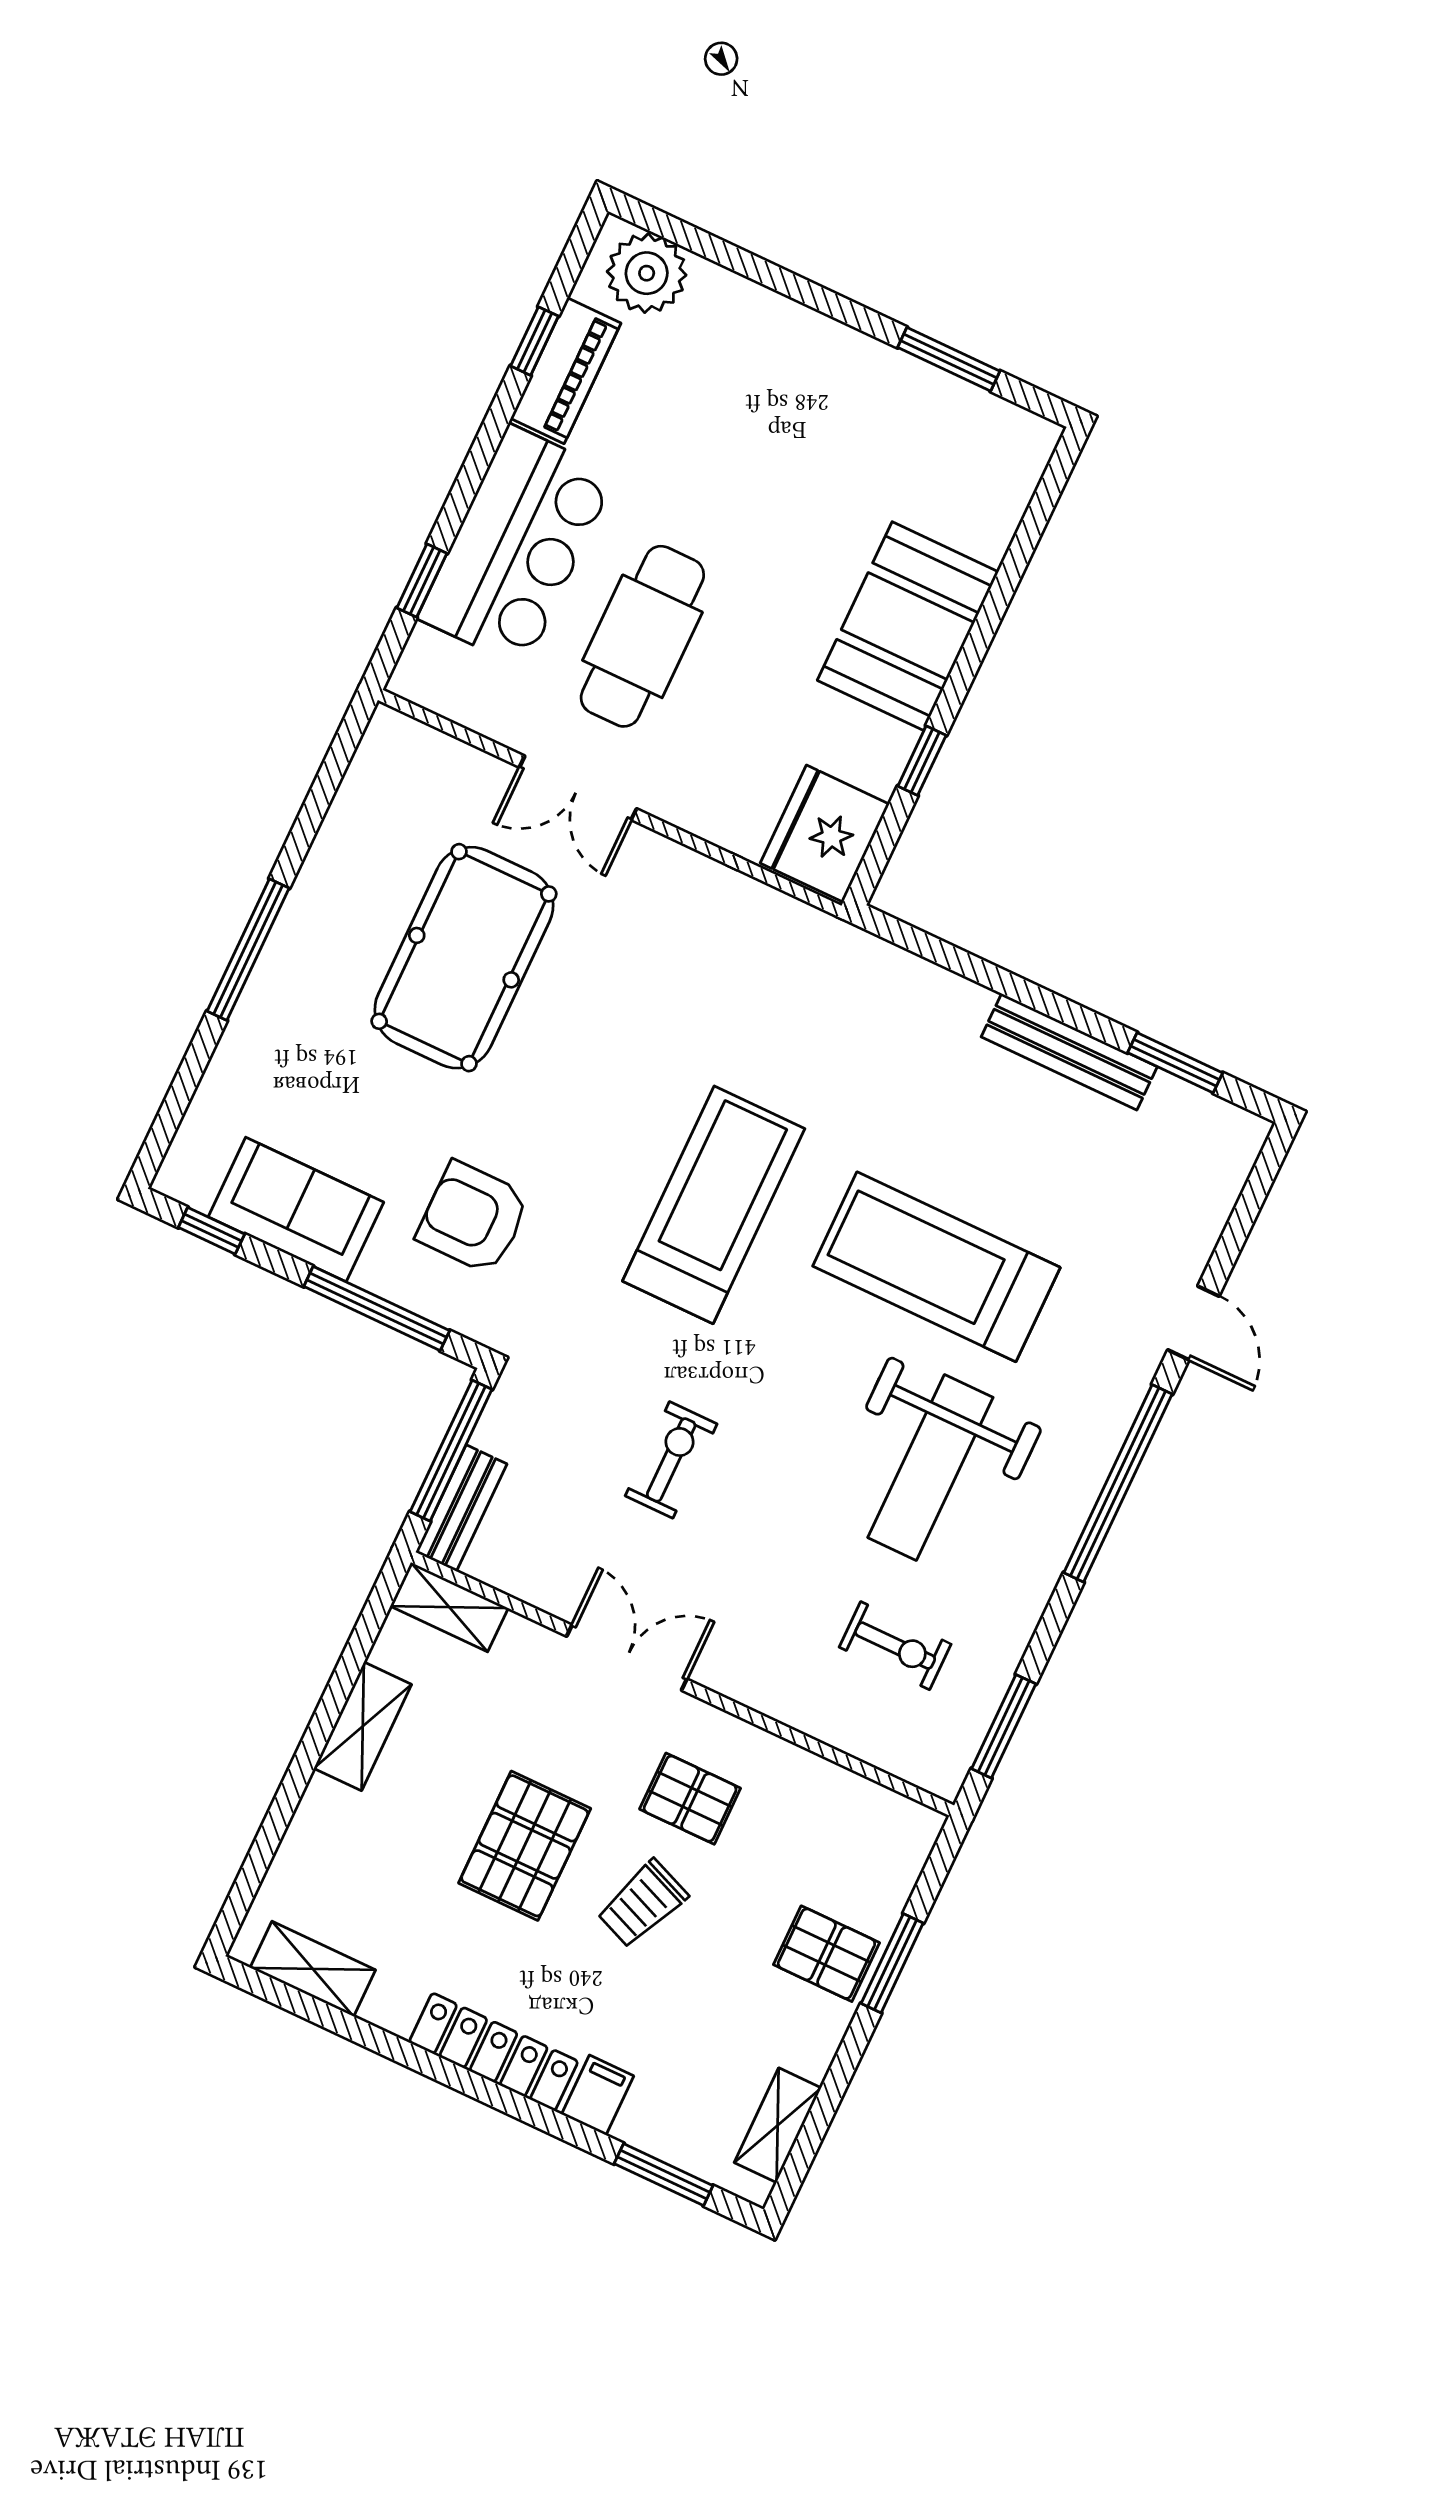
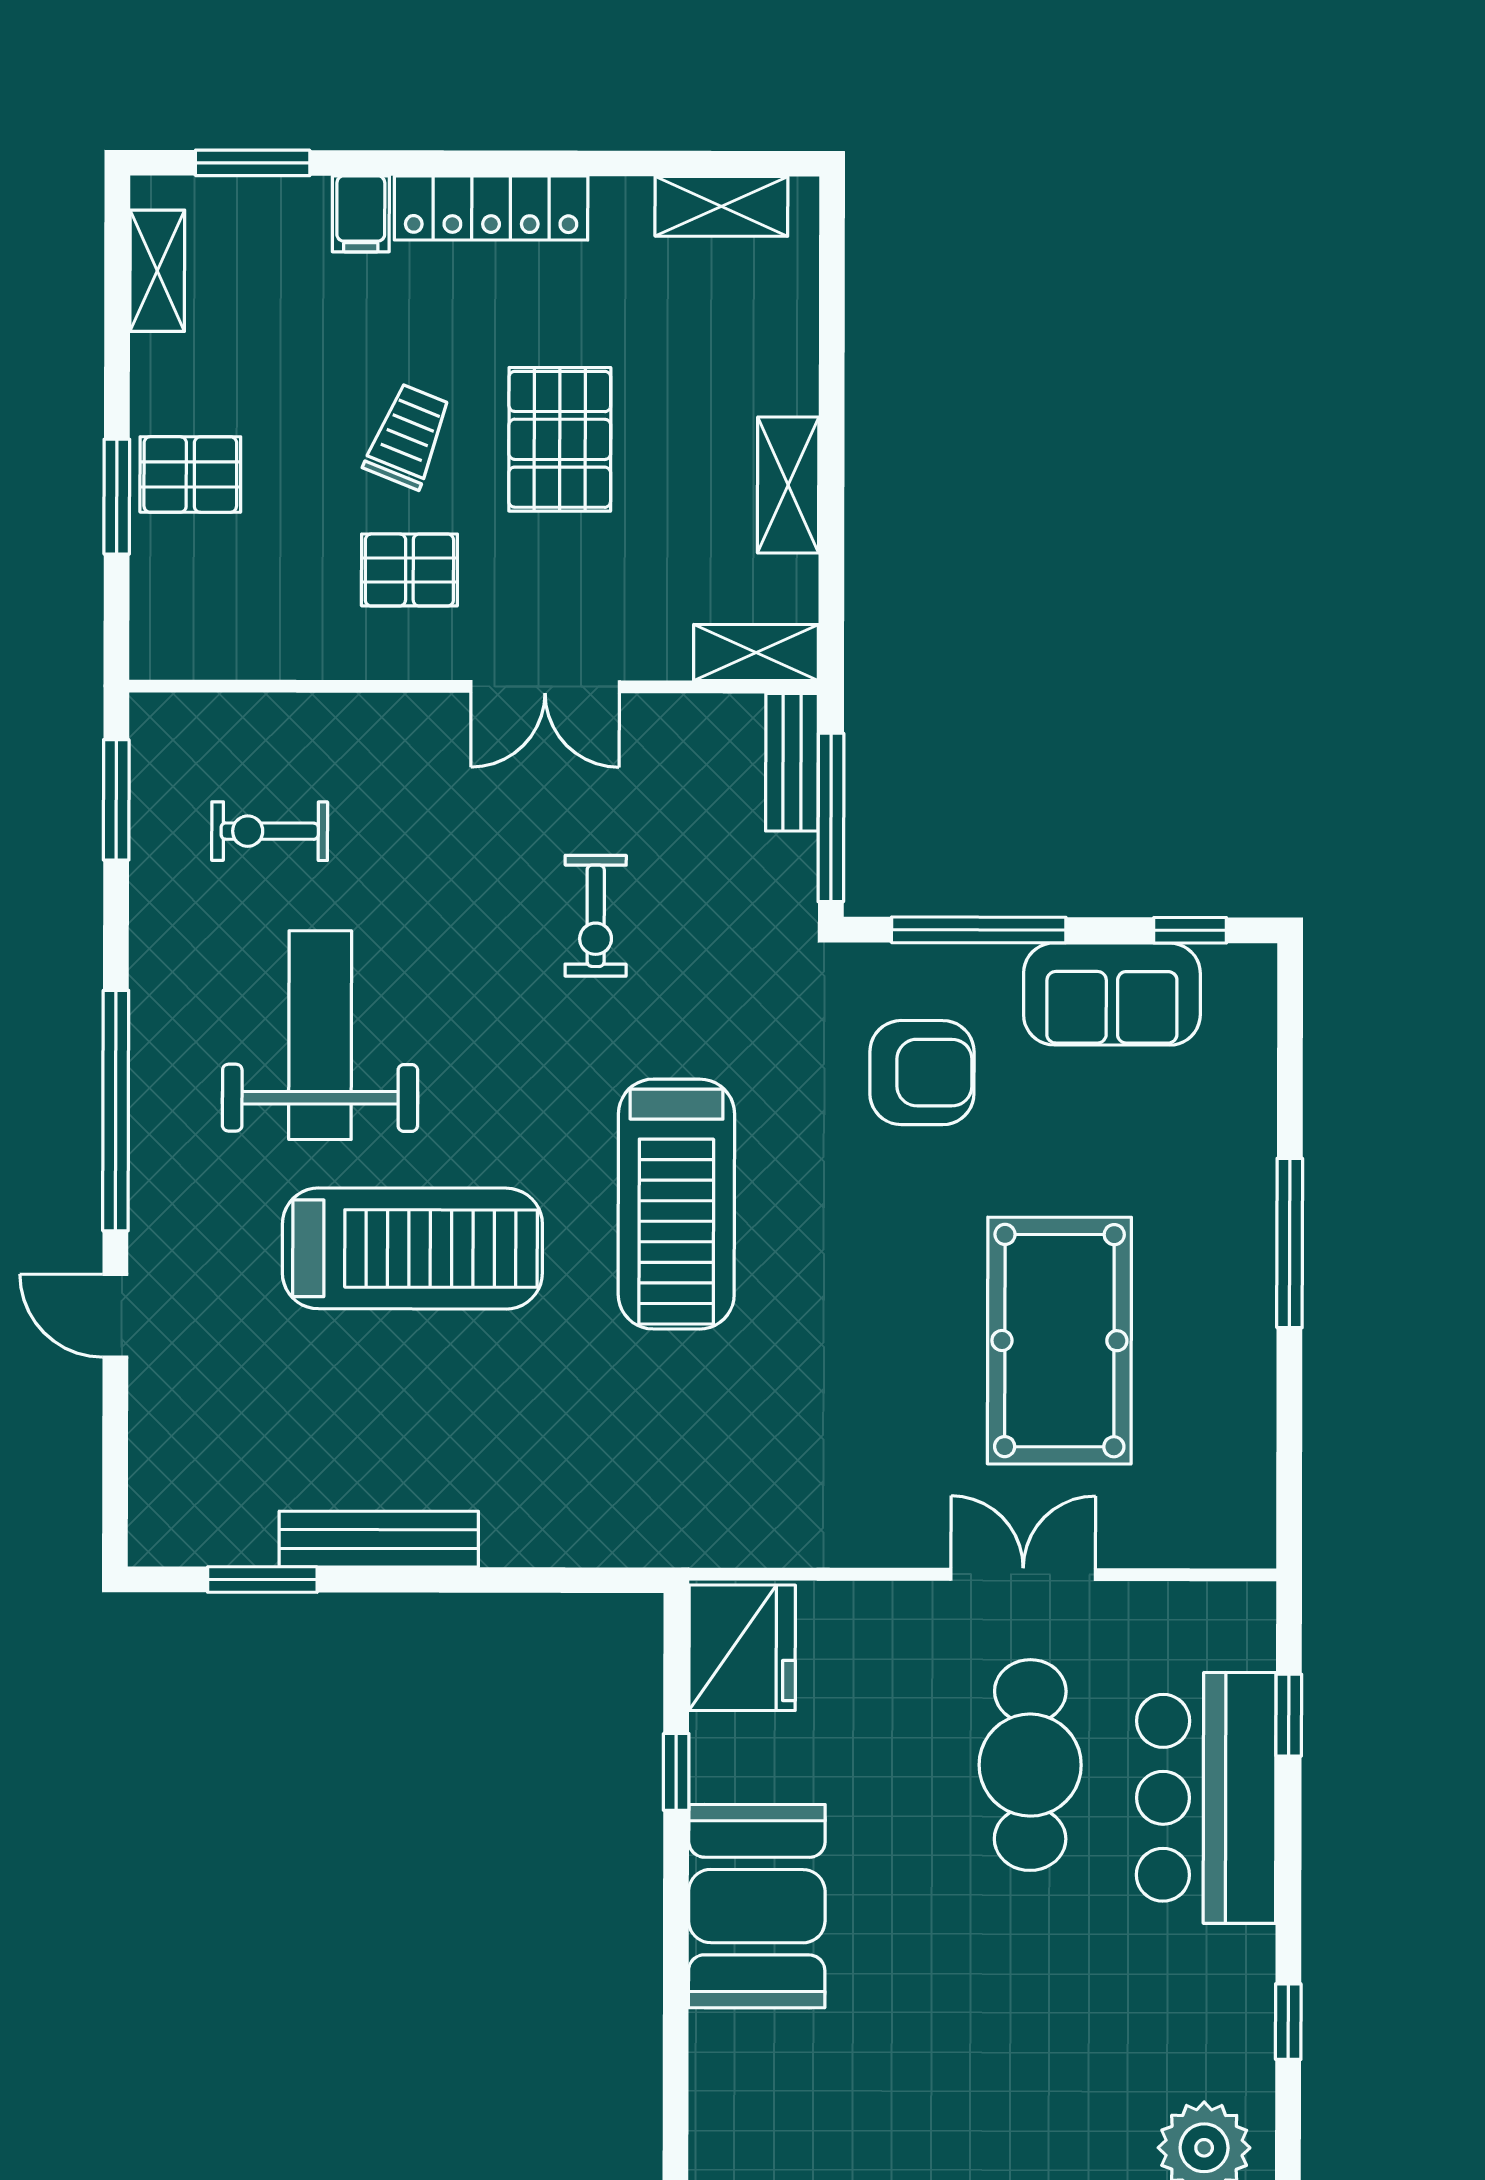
piano: (566, 371) -> (1241, 2006), removed

